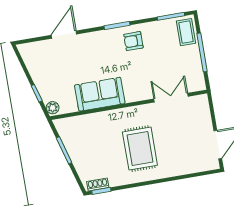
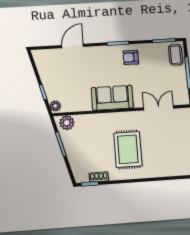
sofa: (100, 94) -> (112, 98), moved
plant: (68, 126) -> (67, 123), added
shoe rack: (98, 185) -> (99, 177), moved

